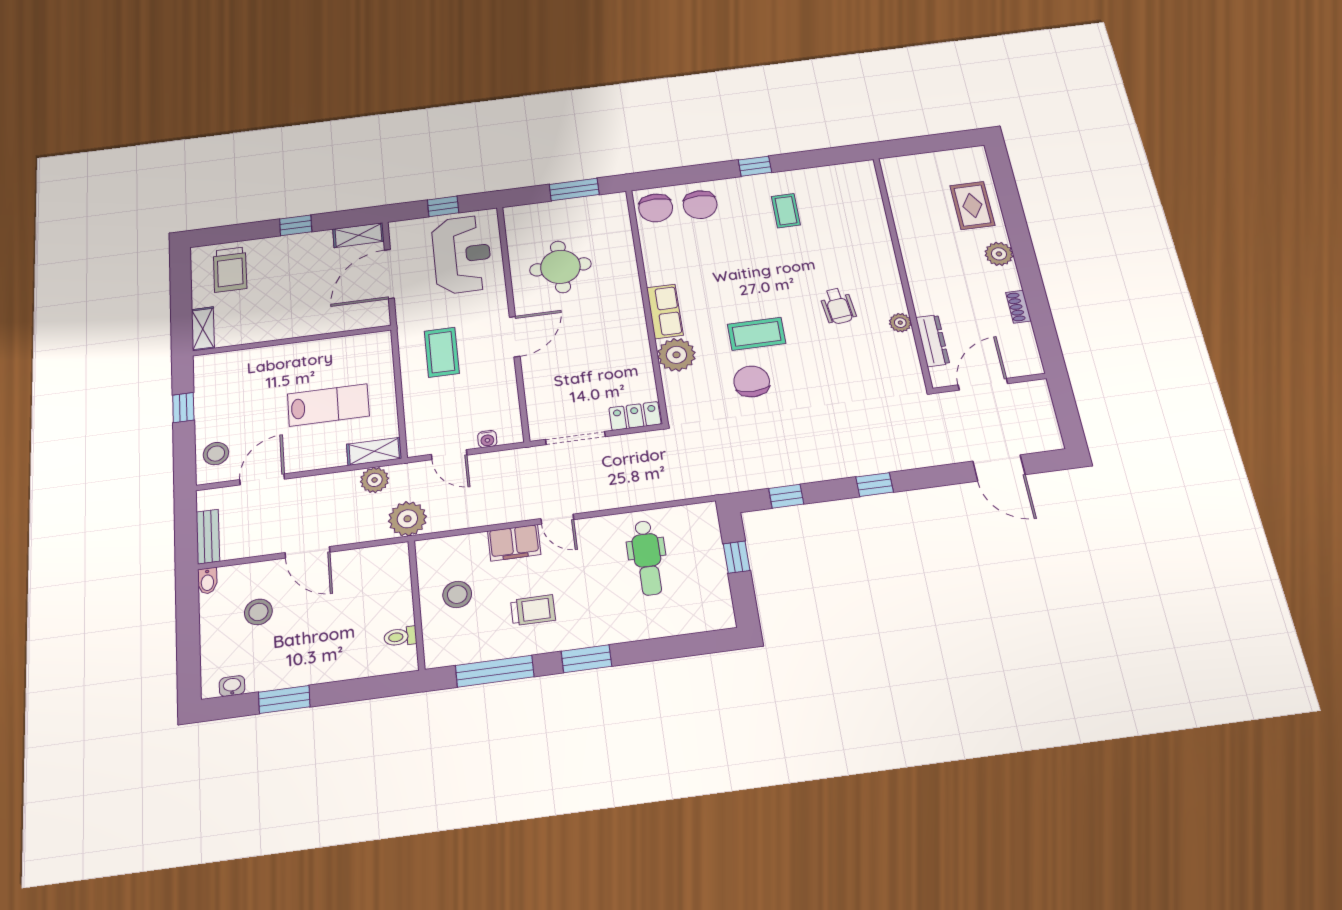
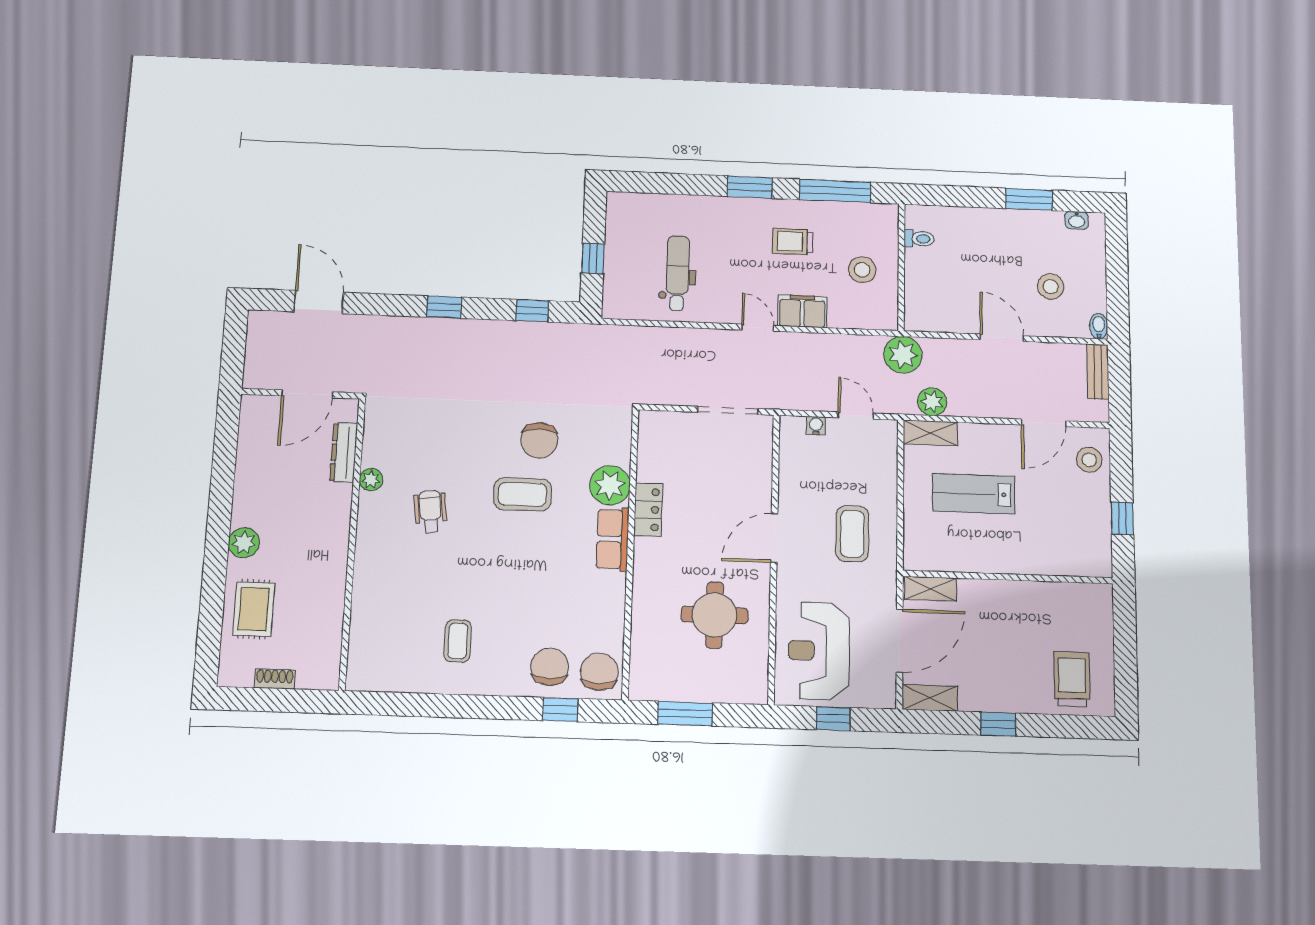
window: (755, 166) -> (560, 710), moved
shoe rack: (1018, 307) -> (275, 679), moved, turned -90
shelving: (203, 329) -> (931, 589), moved, turned 90
locker: (635, 416) -> (648, 510), moved, turned -90

